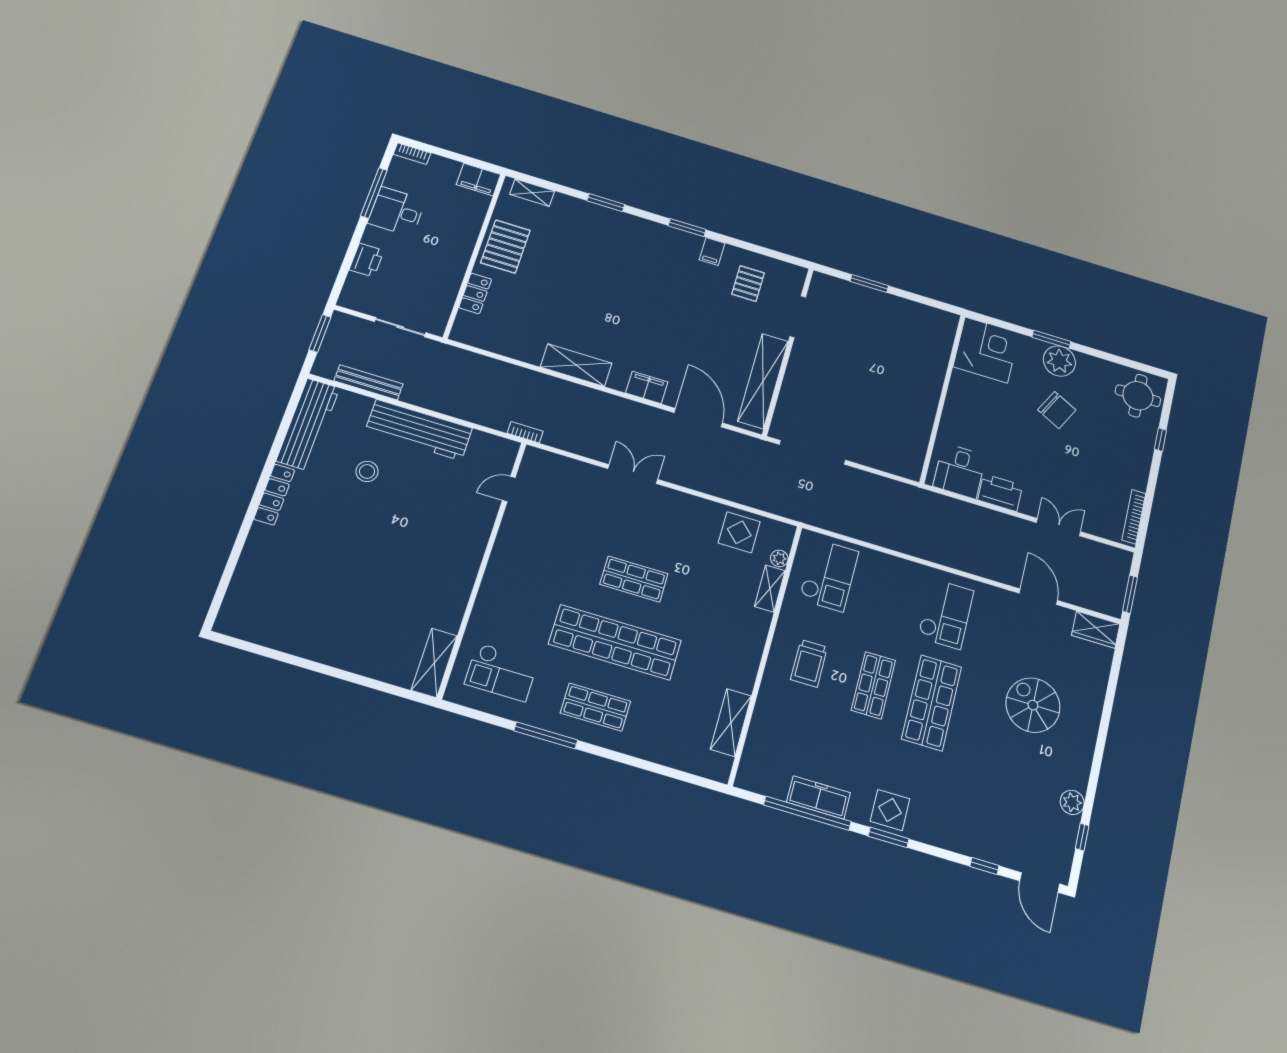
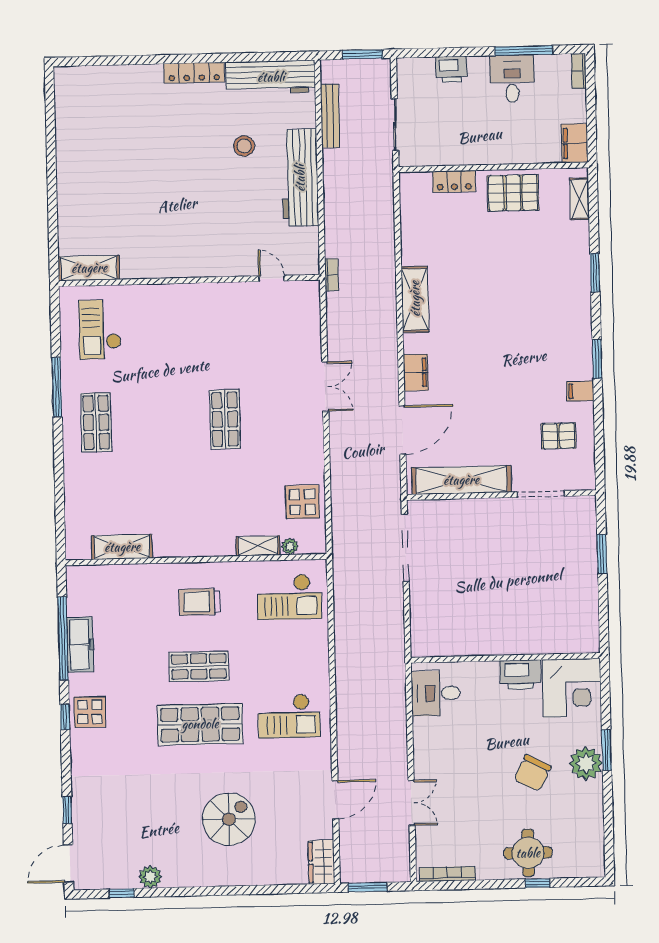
round table: (1138, 396) -> (528, 853), moved
printer: (1000, 493) -> (520, 675), moved, turned 90
shop shelf: (615, 642) -> (160, 421), removed
window: (889, 837) -> (65, 717), width x0.67

